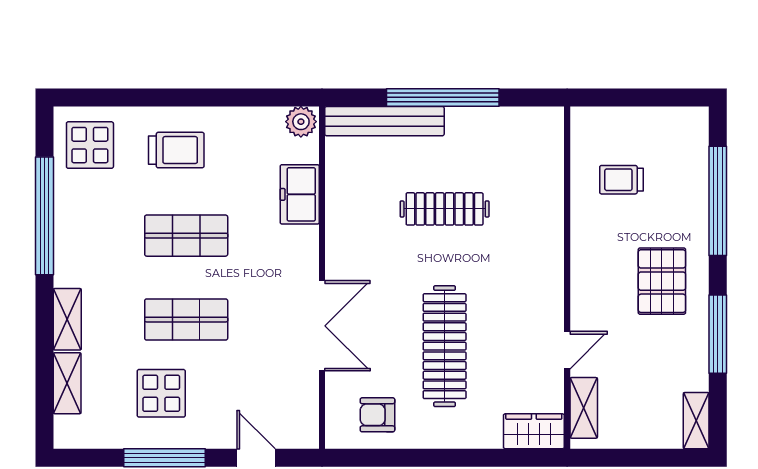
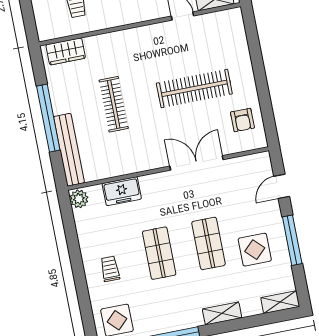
trolley: (176, 150) -> (110, 269), width x0.73, depth x0.72
shelving: (67, 383) -> (280, 302), moved
wardrobe: (534, 431) -> (66, 51), moved, turned -90

